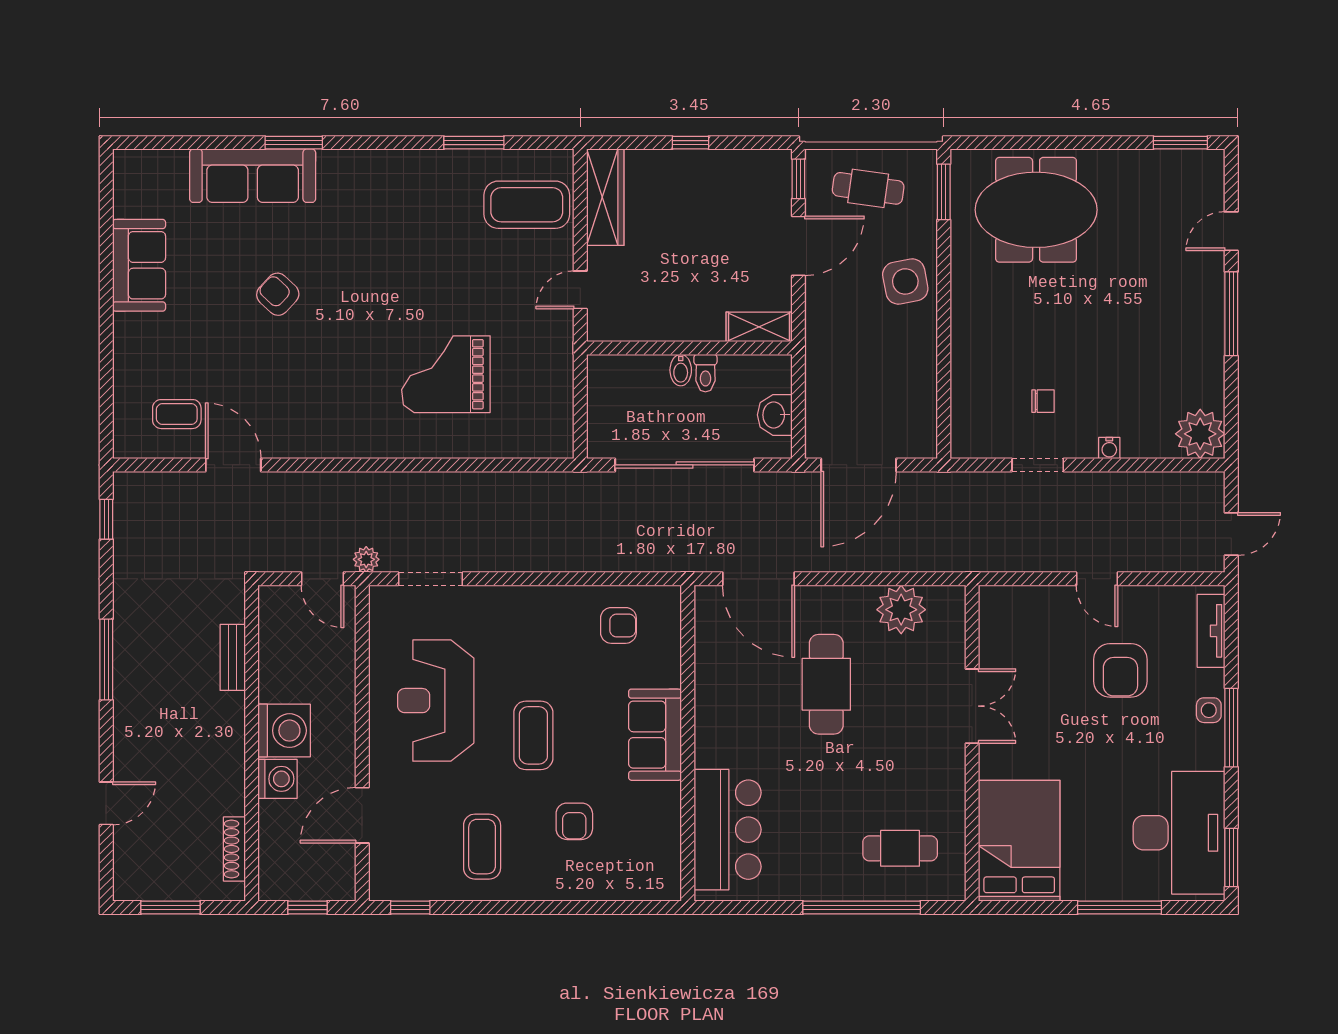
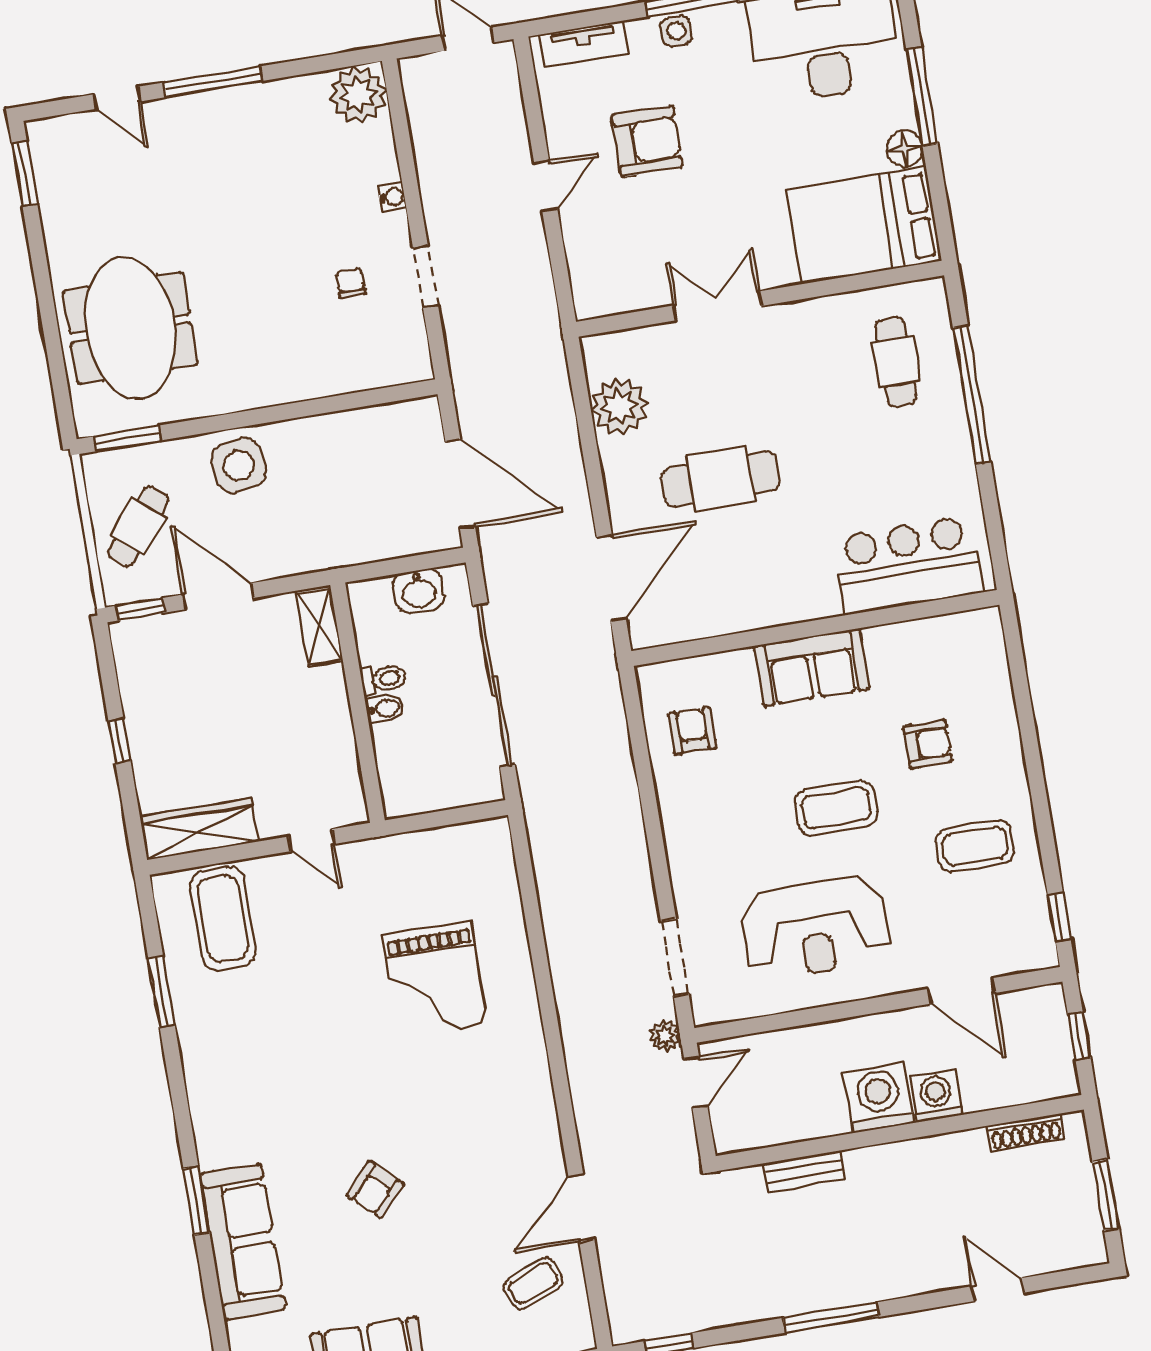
cafe table: (868, 188) -> (138, 526), turned 32
coffee table: (177, 414) -> (533, 1283), turned 68
floor lamp: (1078, 886) -> (905, 148), added

